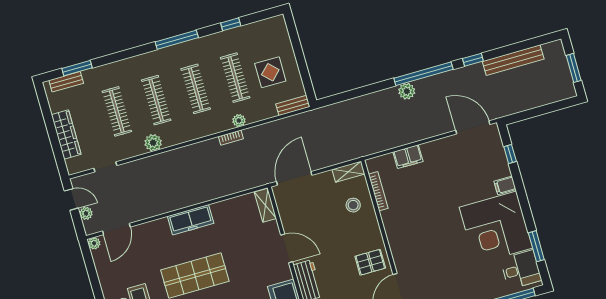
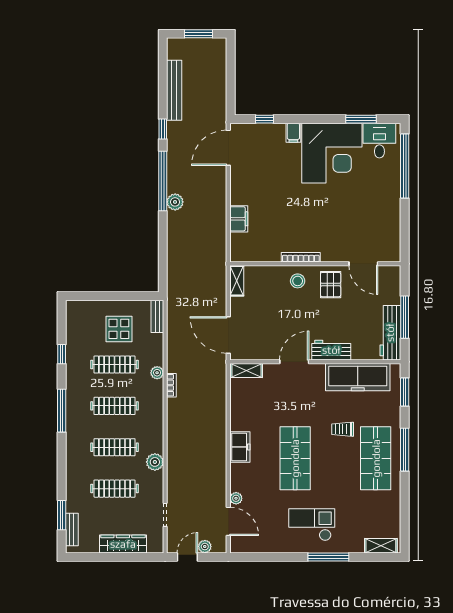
bookcase: (378, 191) -> (301, 257), moved
stool: (353, 205) -> (298, 281), moved
freezer: (191, 220) -> (240, 447), width x0.71
plant: (94, 243) -> (236, 498), moved

